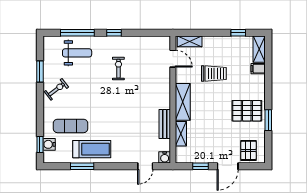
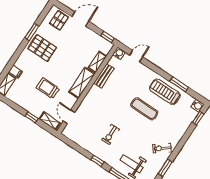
window: (238, 33) -> (32, 117), moved
exercise mat: (70, 126) -> (144, 109), moved
water cooler: (49, 144) -> (197, 106), moved
window: (200, 166) -> (108, 37), moved

